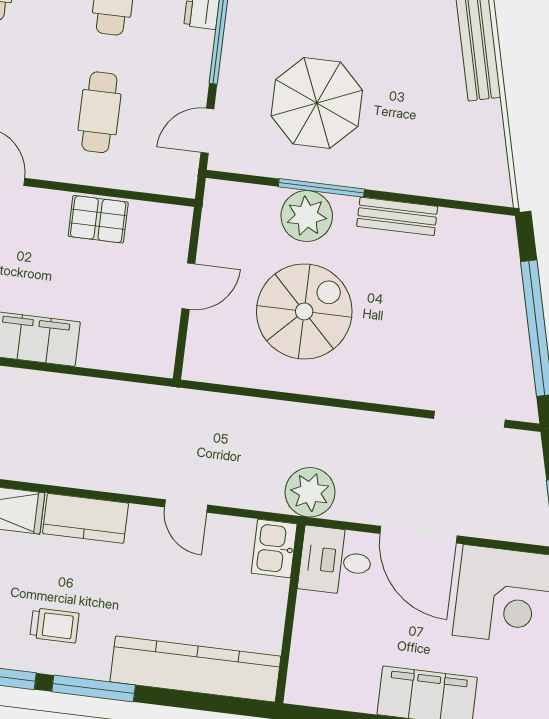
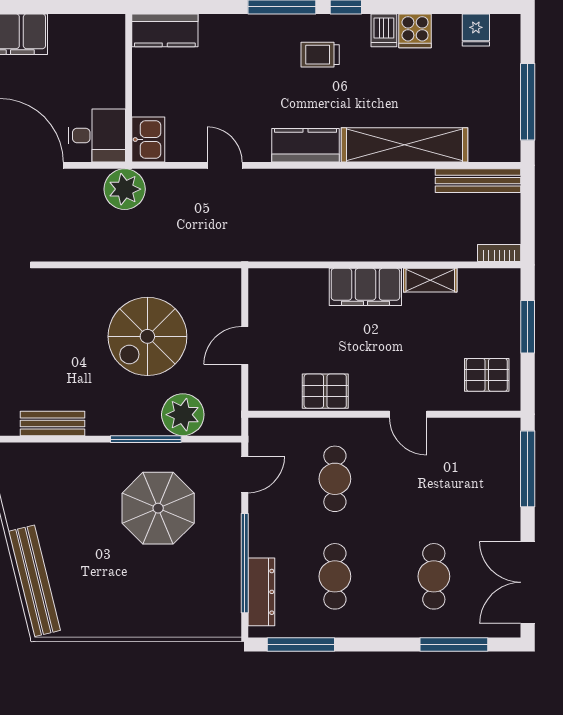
plant: (307, 216) -> (183, 415), moved
bench: (397, 216) -> (53, 423), moved
kitchen counter: (195, 669) -> (165, 30), width x0.48, depth x0.86

